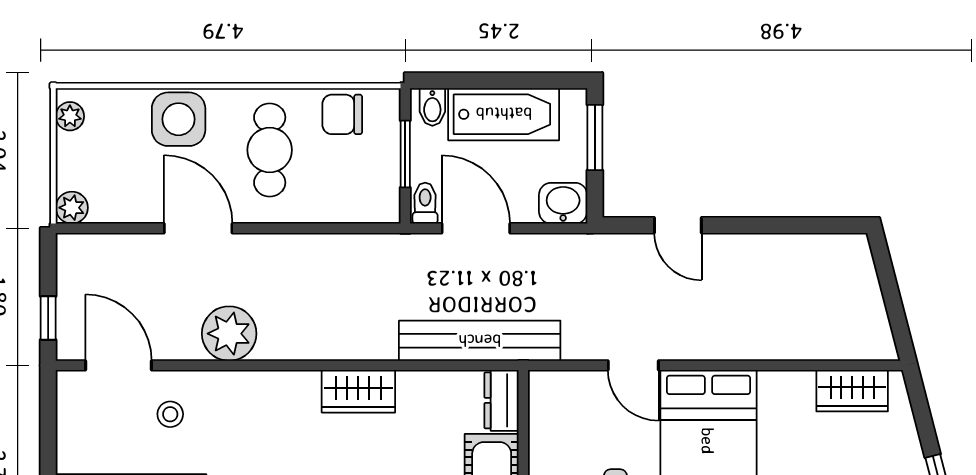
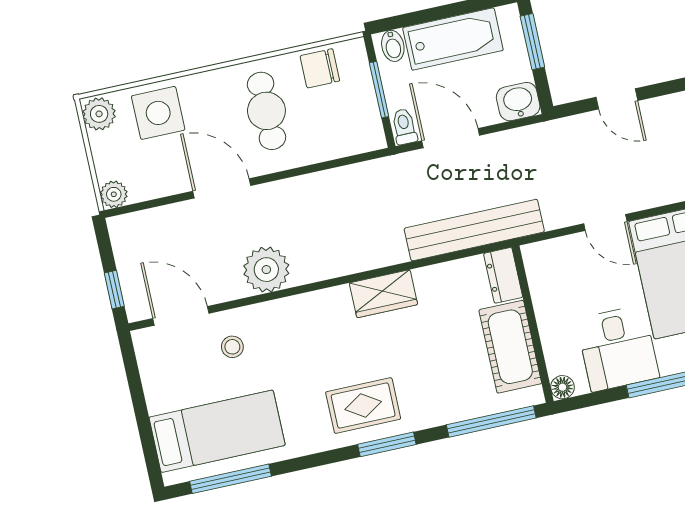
plant: (70, 116) -> (99, 114), width x1.38, depth x1.38
side table: (179, 119) -> (158, 113), moved

